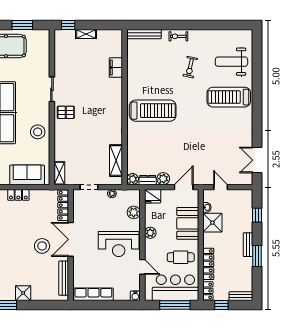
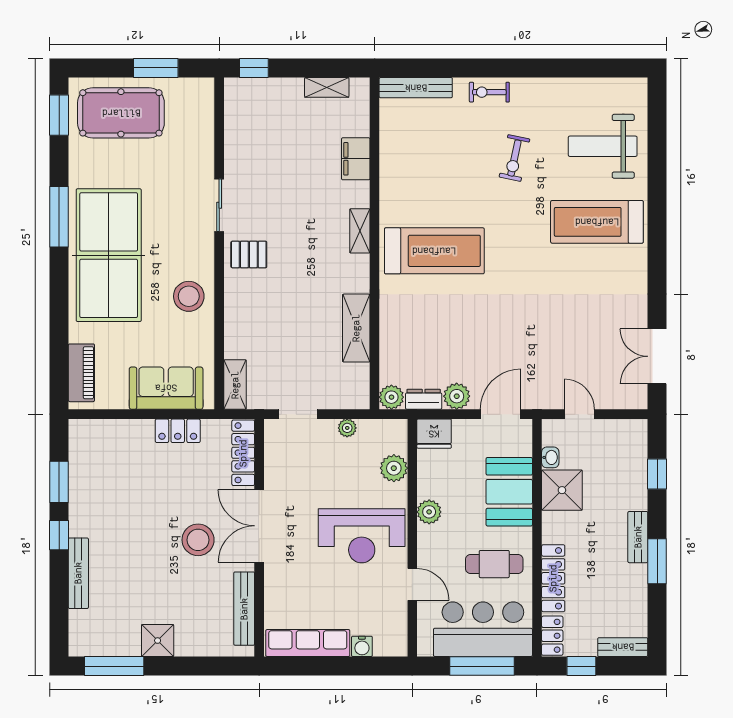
shelving: (86, 34) -> (327, 87), moved
shelving: (118, 101) -> (360, 231), added
shelving: (116, 161) -> (356, 328), moved
locker: (18, 195) -> (178, 431), moved
water cooler: (135, 296) -> (362, 646), moved

